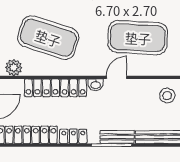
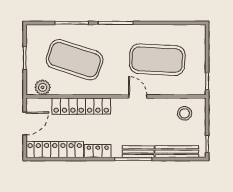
door: (117, 77) -> (138, 96), hinge flipped
washbasin: (96, 85) -> (118, 103), removed

